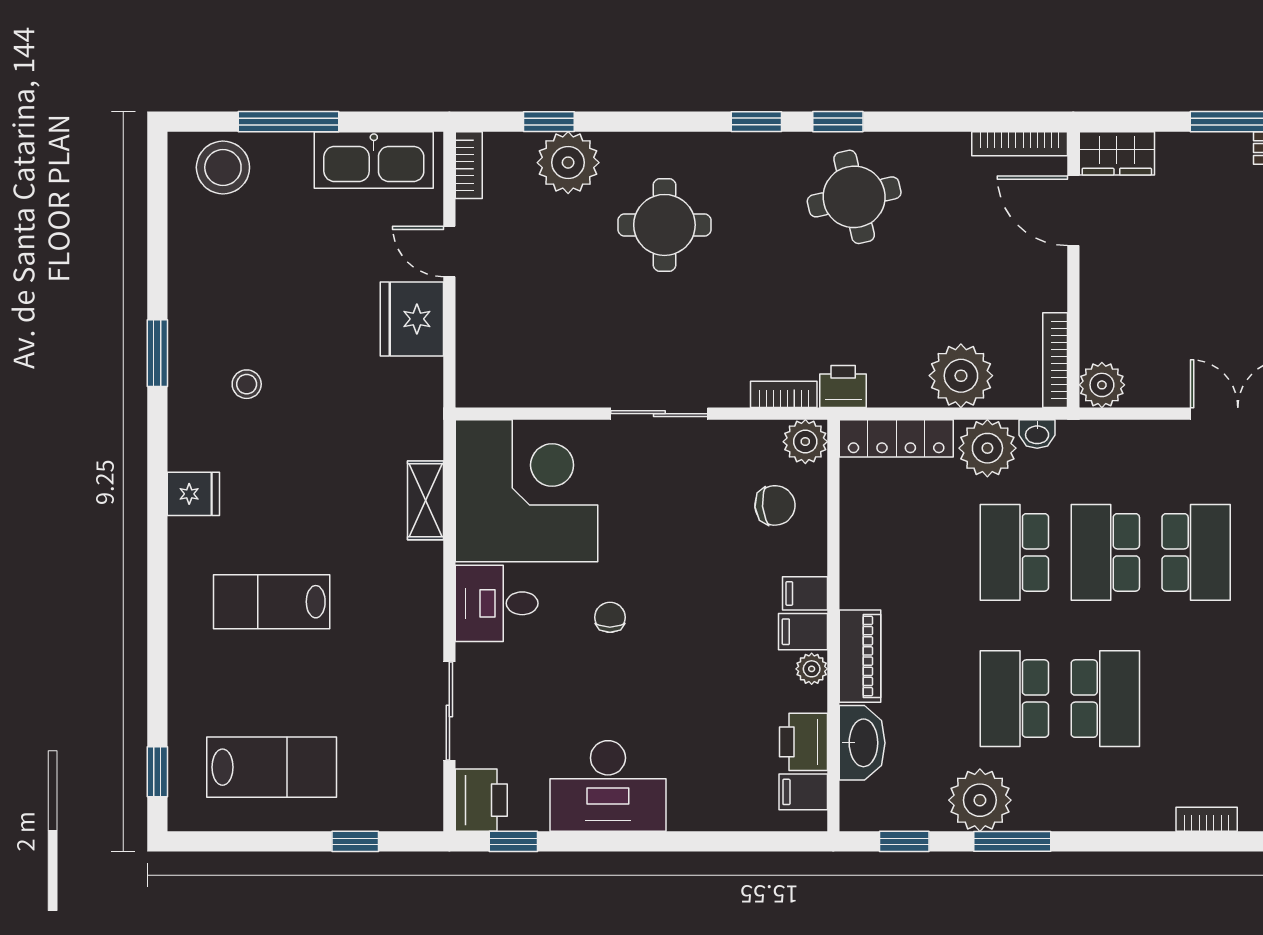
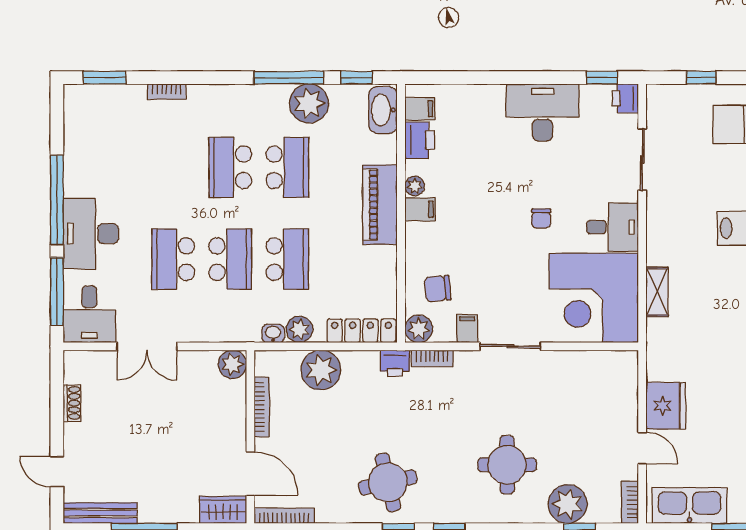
bookcase: (1055, 360) -> (262, 407), moved
plant: (987, 448) -> (299, 329), width x0.73, depth x0.73
filing cabinet: (805, 593) -> (467, 329), moved, turned -90
piano: (860, 656) -> (380, 205), width x1.37, depth x1.33
washbasin: (862, 743) -> (383, 110), moved
printer: (481, 800) -> (625, 98), width x0.73, depth x0.81
window: (1012, 841) -> (289, 78), width x1.44

